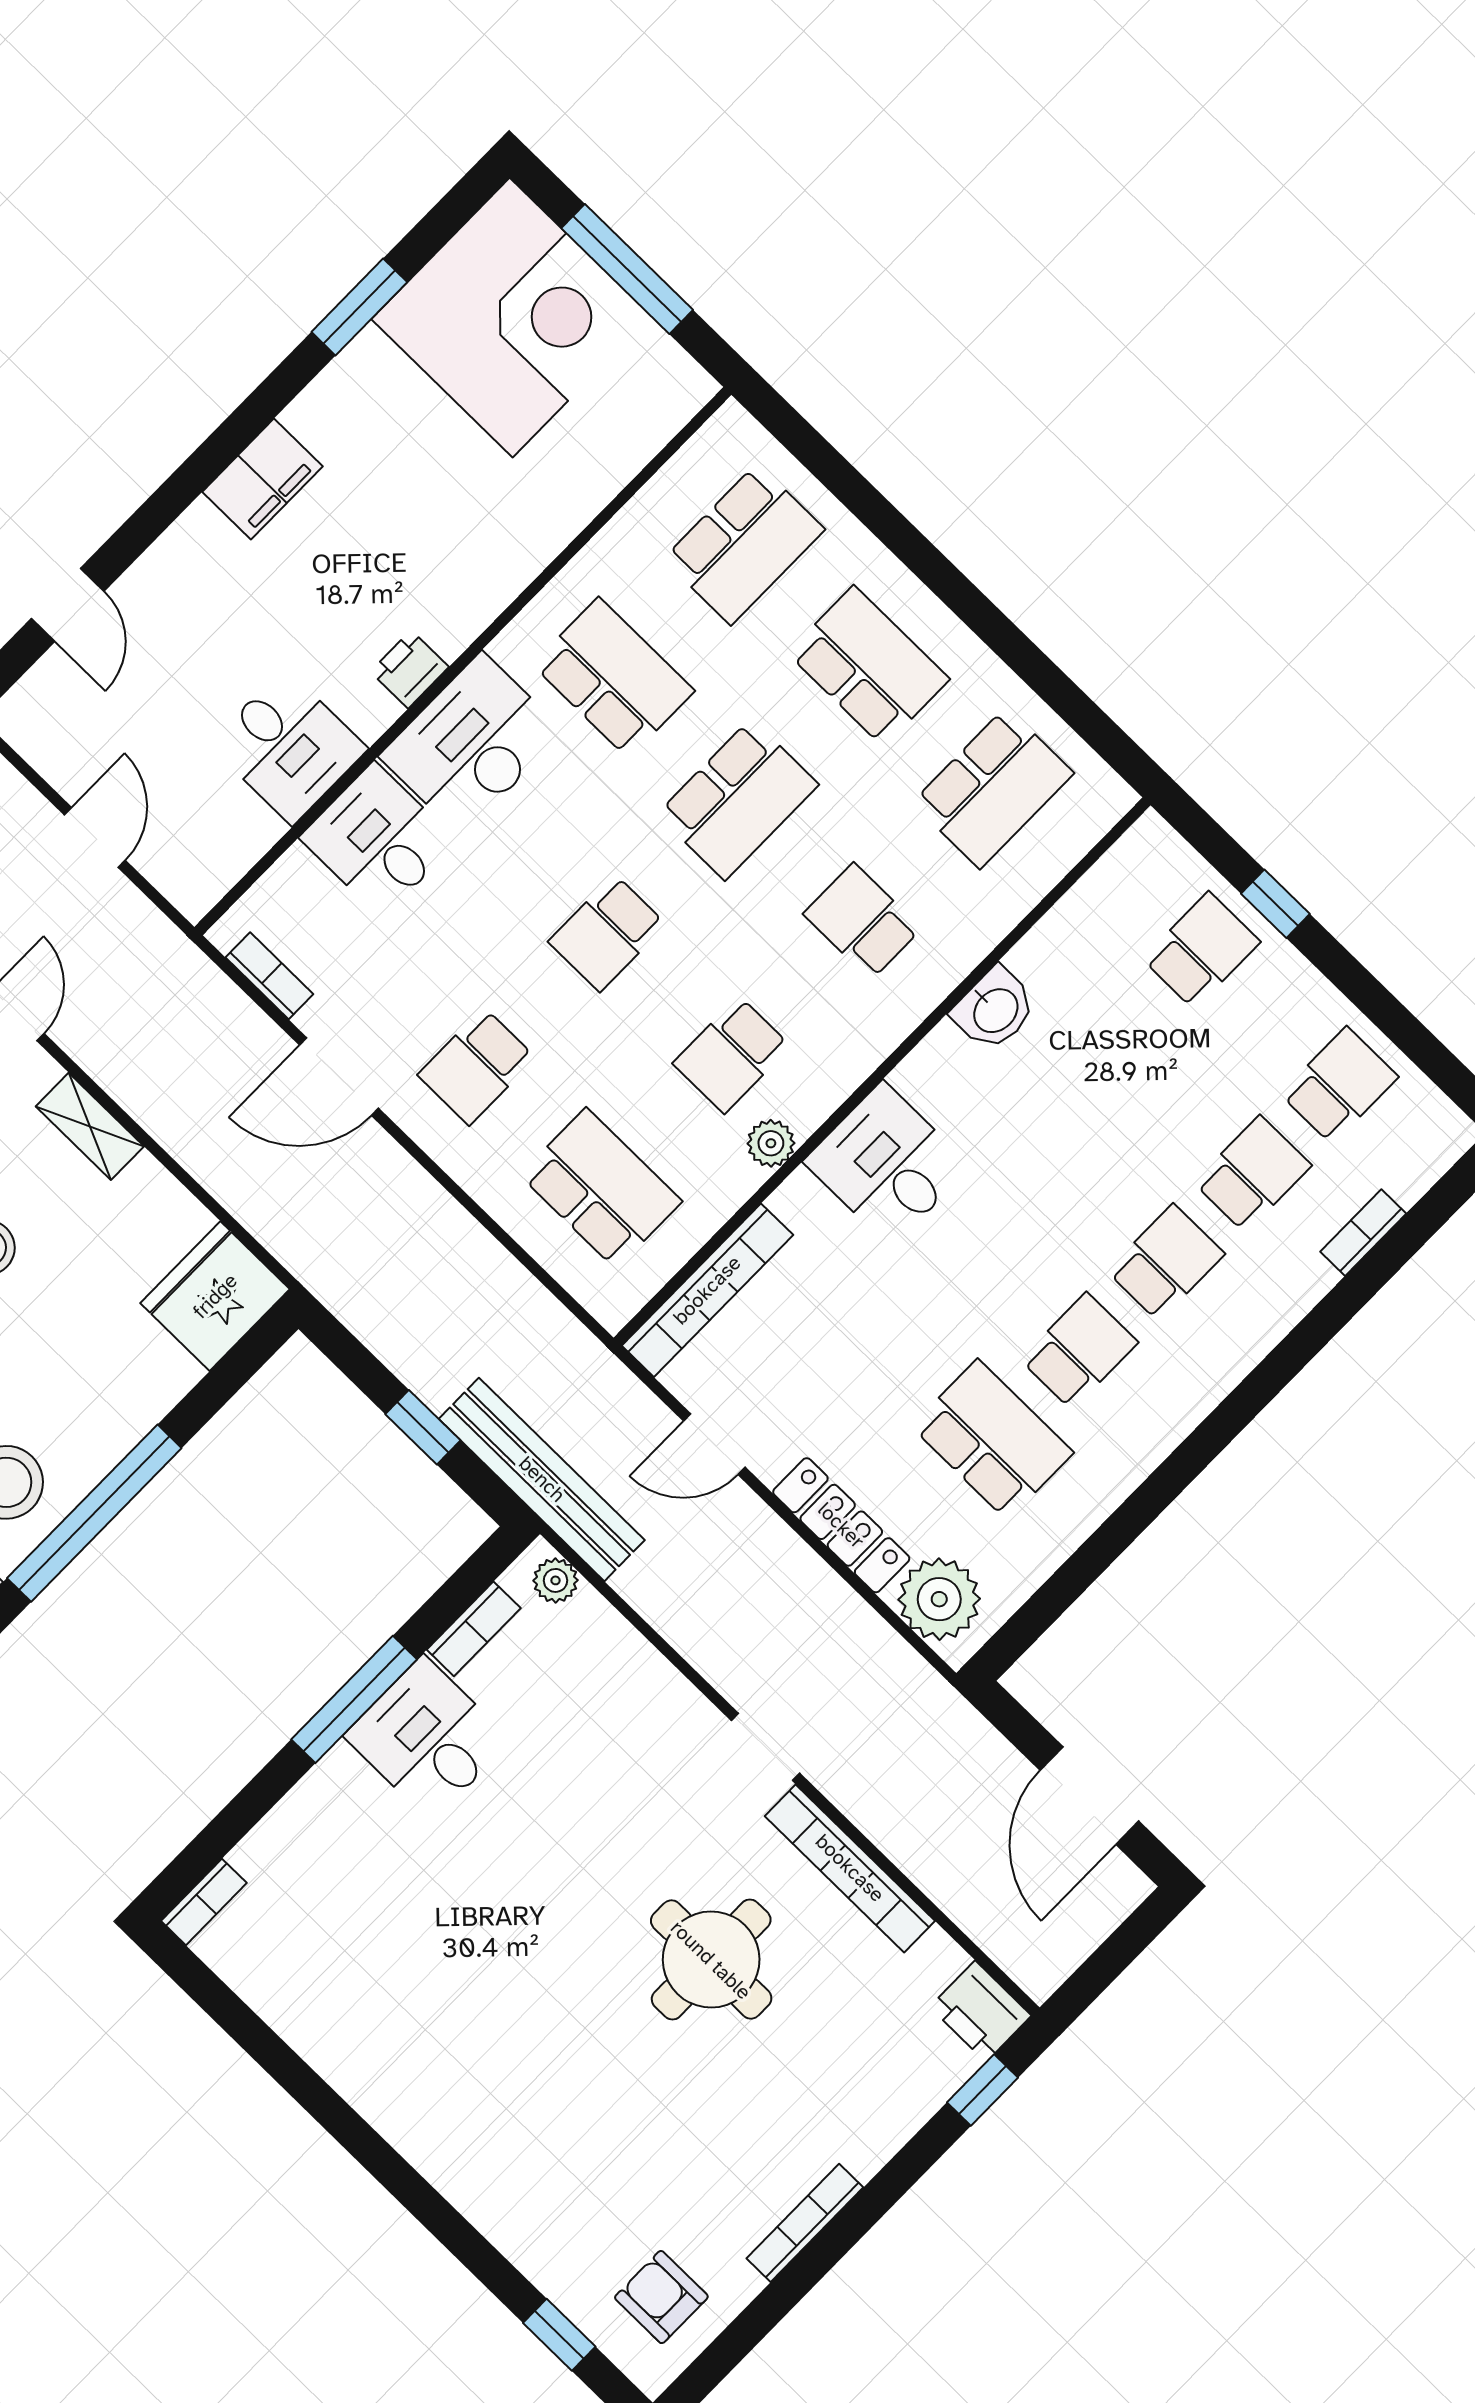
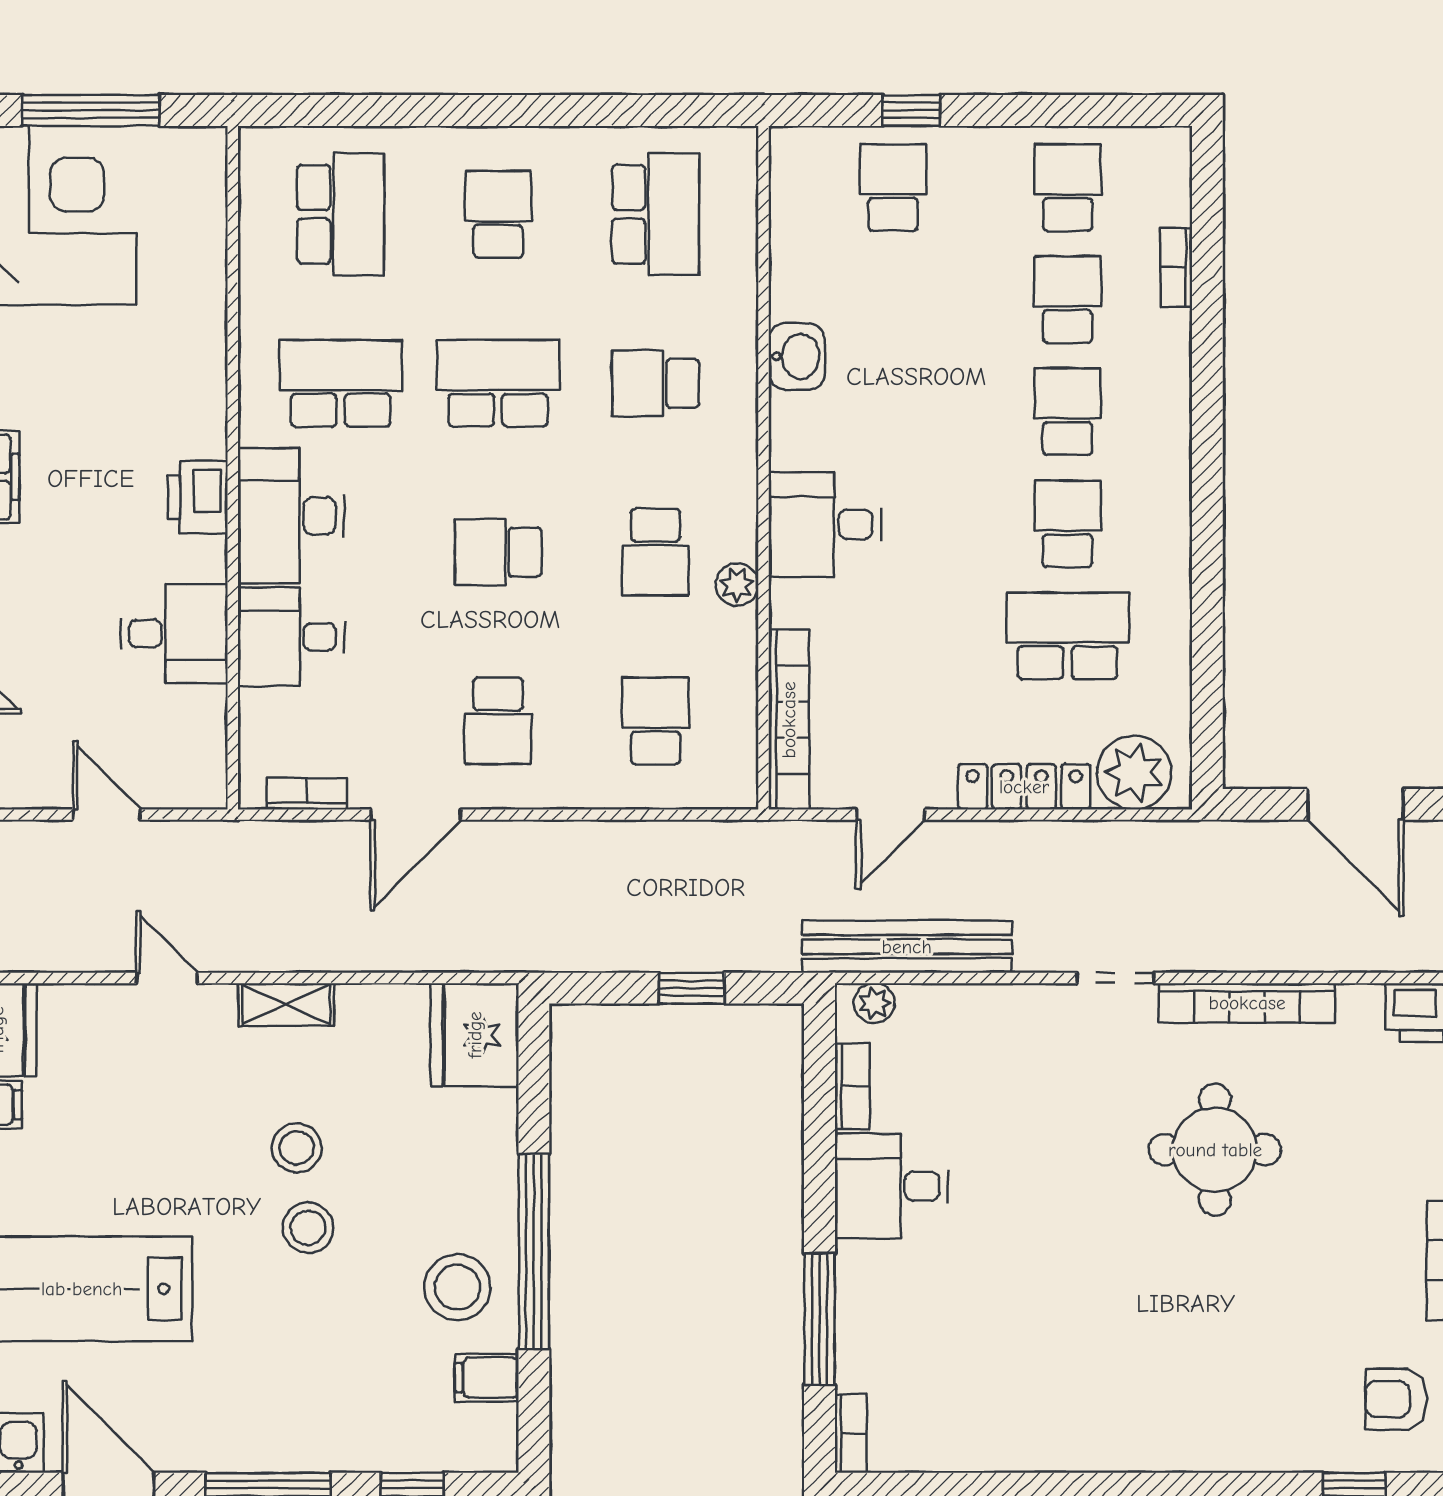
school desk: (869, 666) -> (498, 214), width x0.54
printer: (410, 669) -> (198, 497), width x1.36, depth x1.24
school desk: (738, 799) -> (498, 383), turned -90
school desk: (607, 933) -> (498, 552), turned 90
school desk: (601, 1188) -> (656, 721), width x0.54
bench: (542, 1479) -> (907, 947), moved
window: (354, 1699) -> (820, 1319), moved

